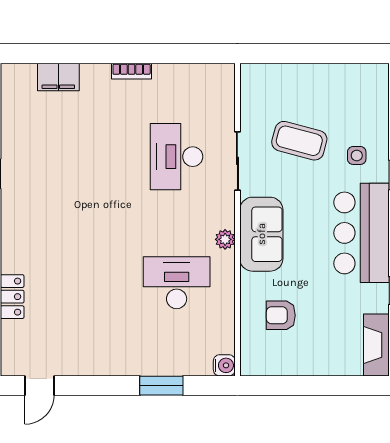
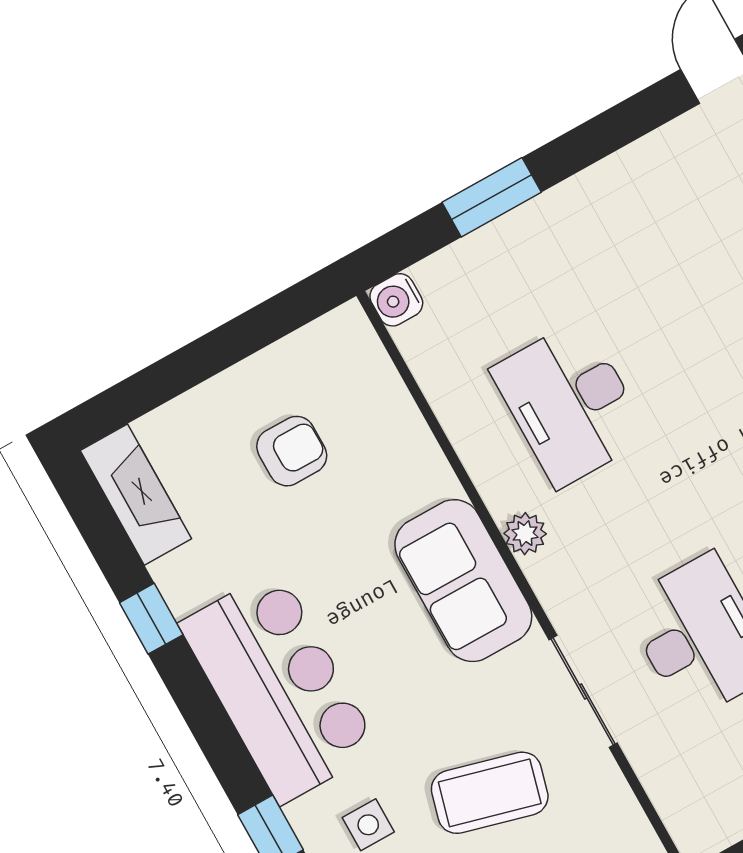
desk: (177, 283) -> (570, 403), turned 90
armchair: (281, 315) -> (292, 451), moved

